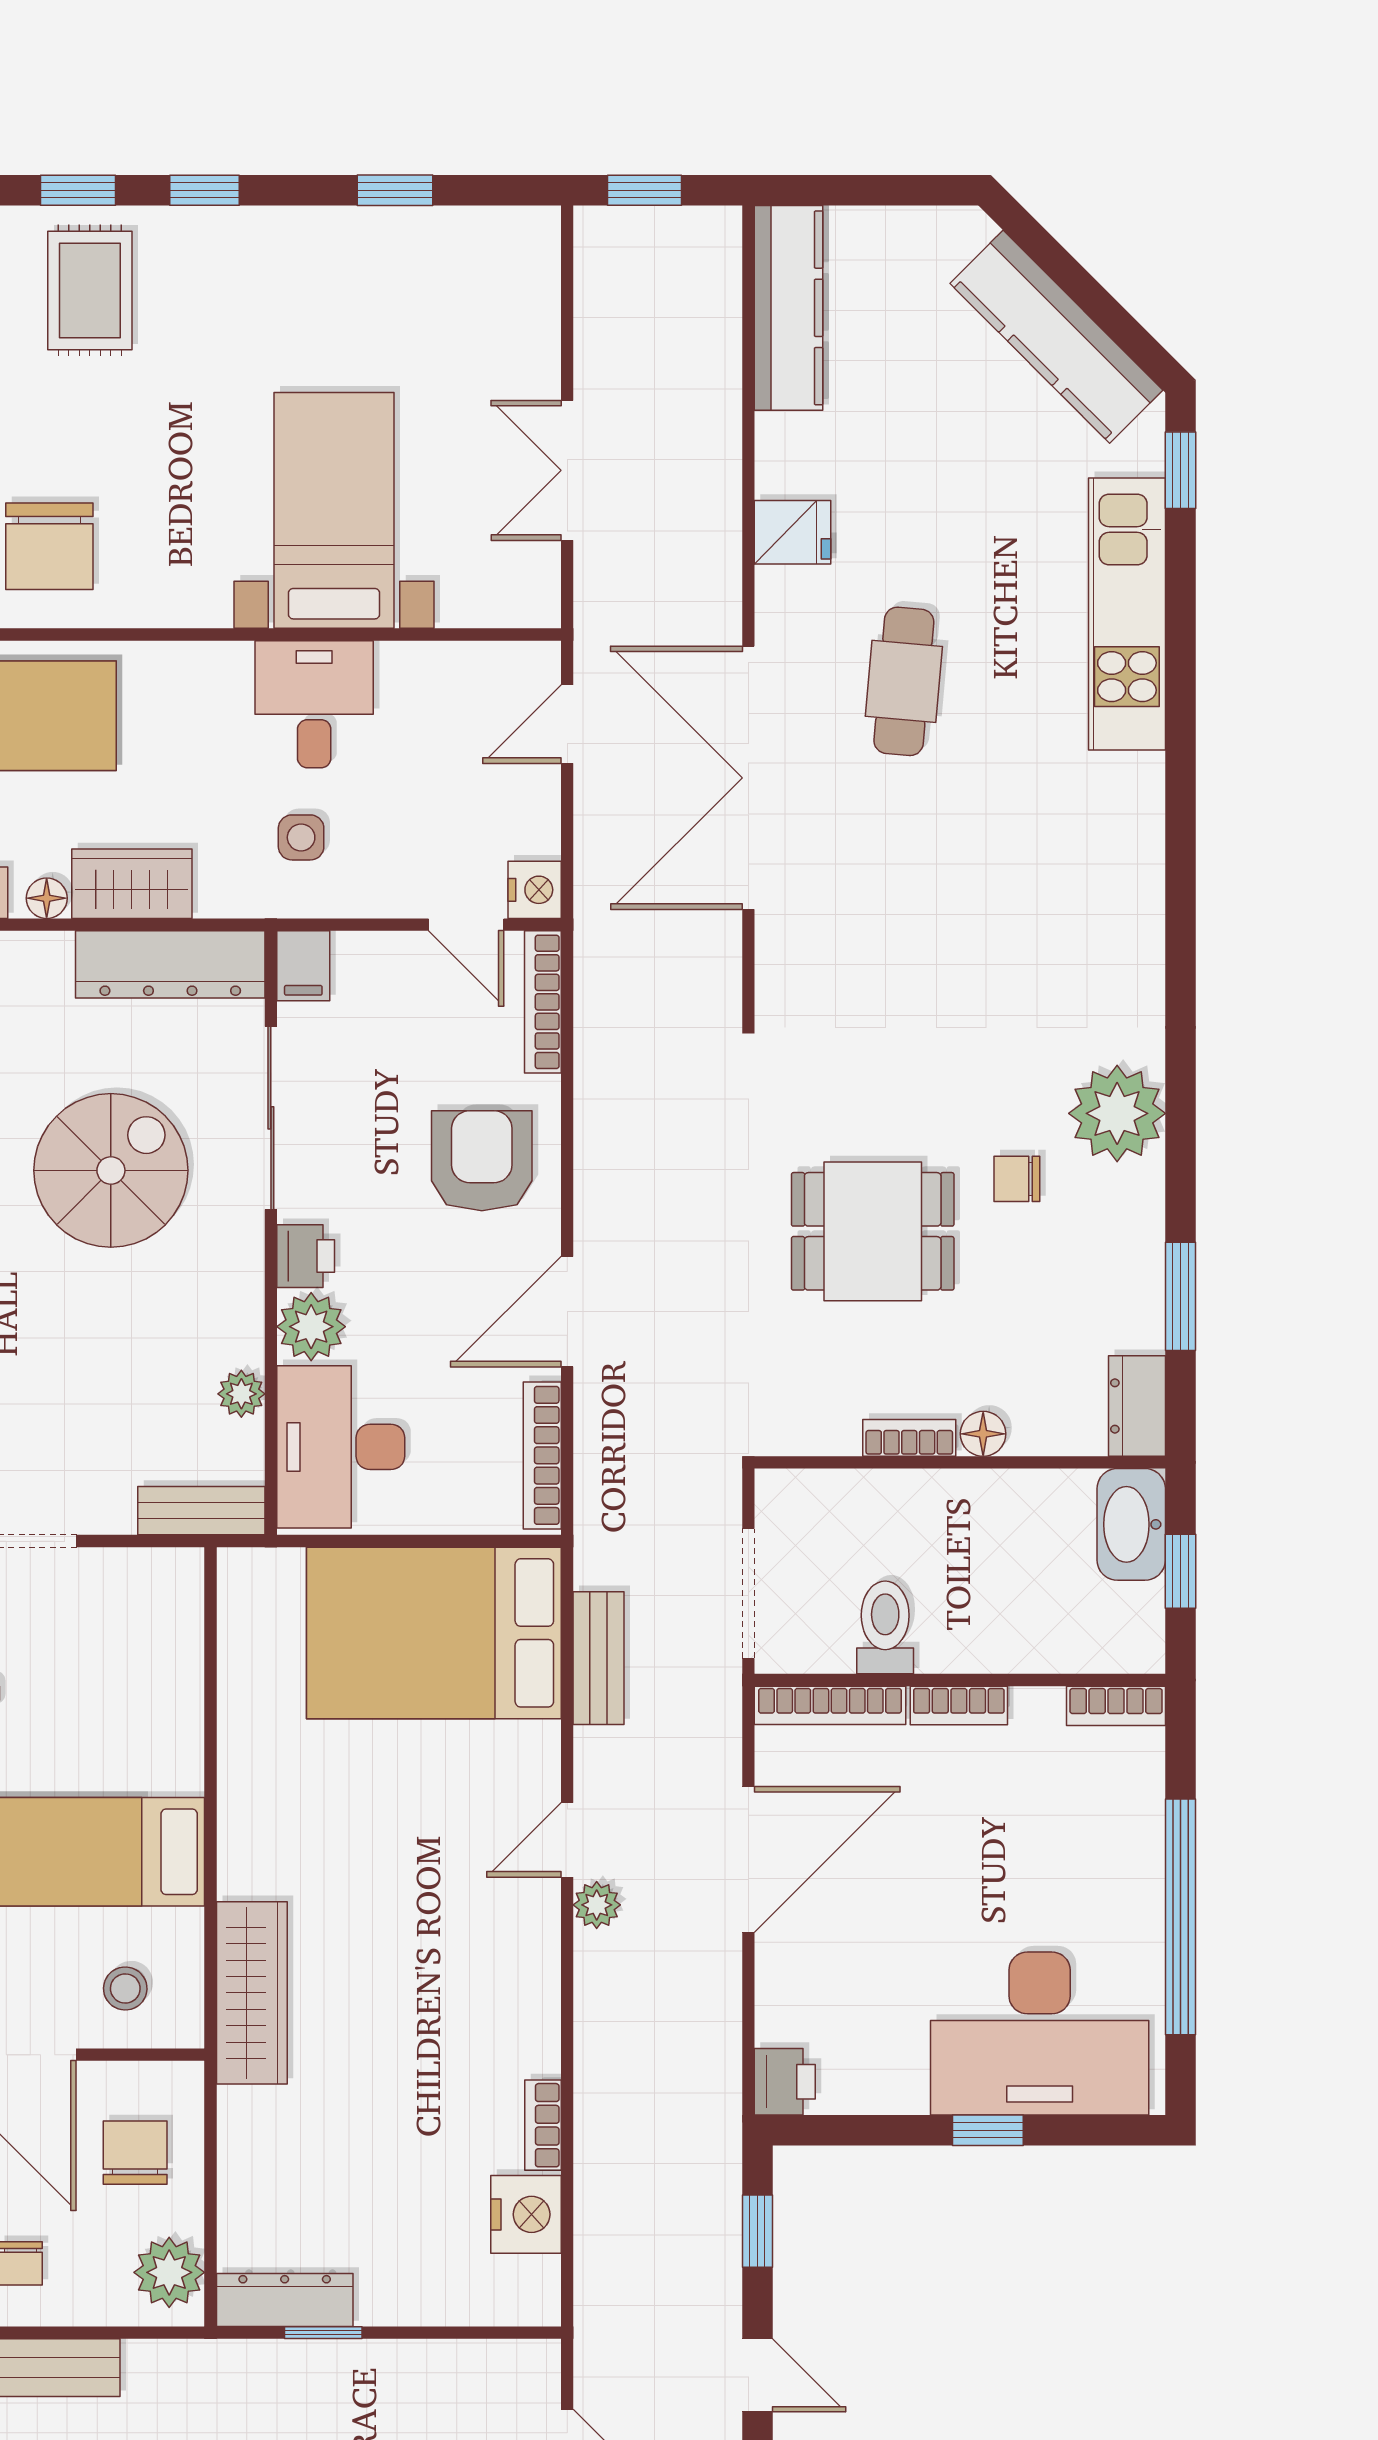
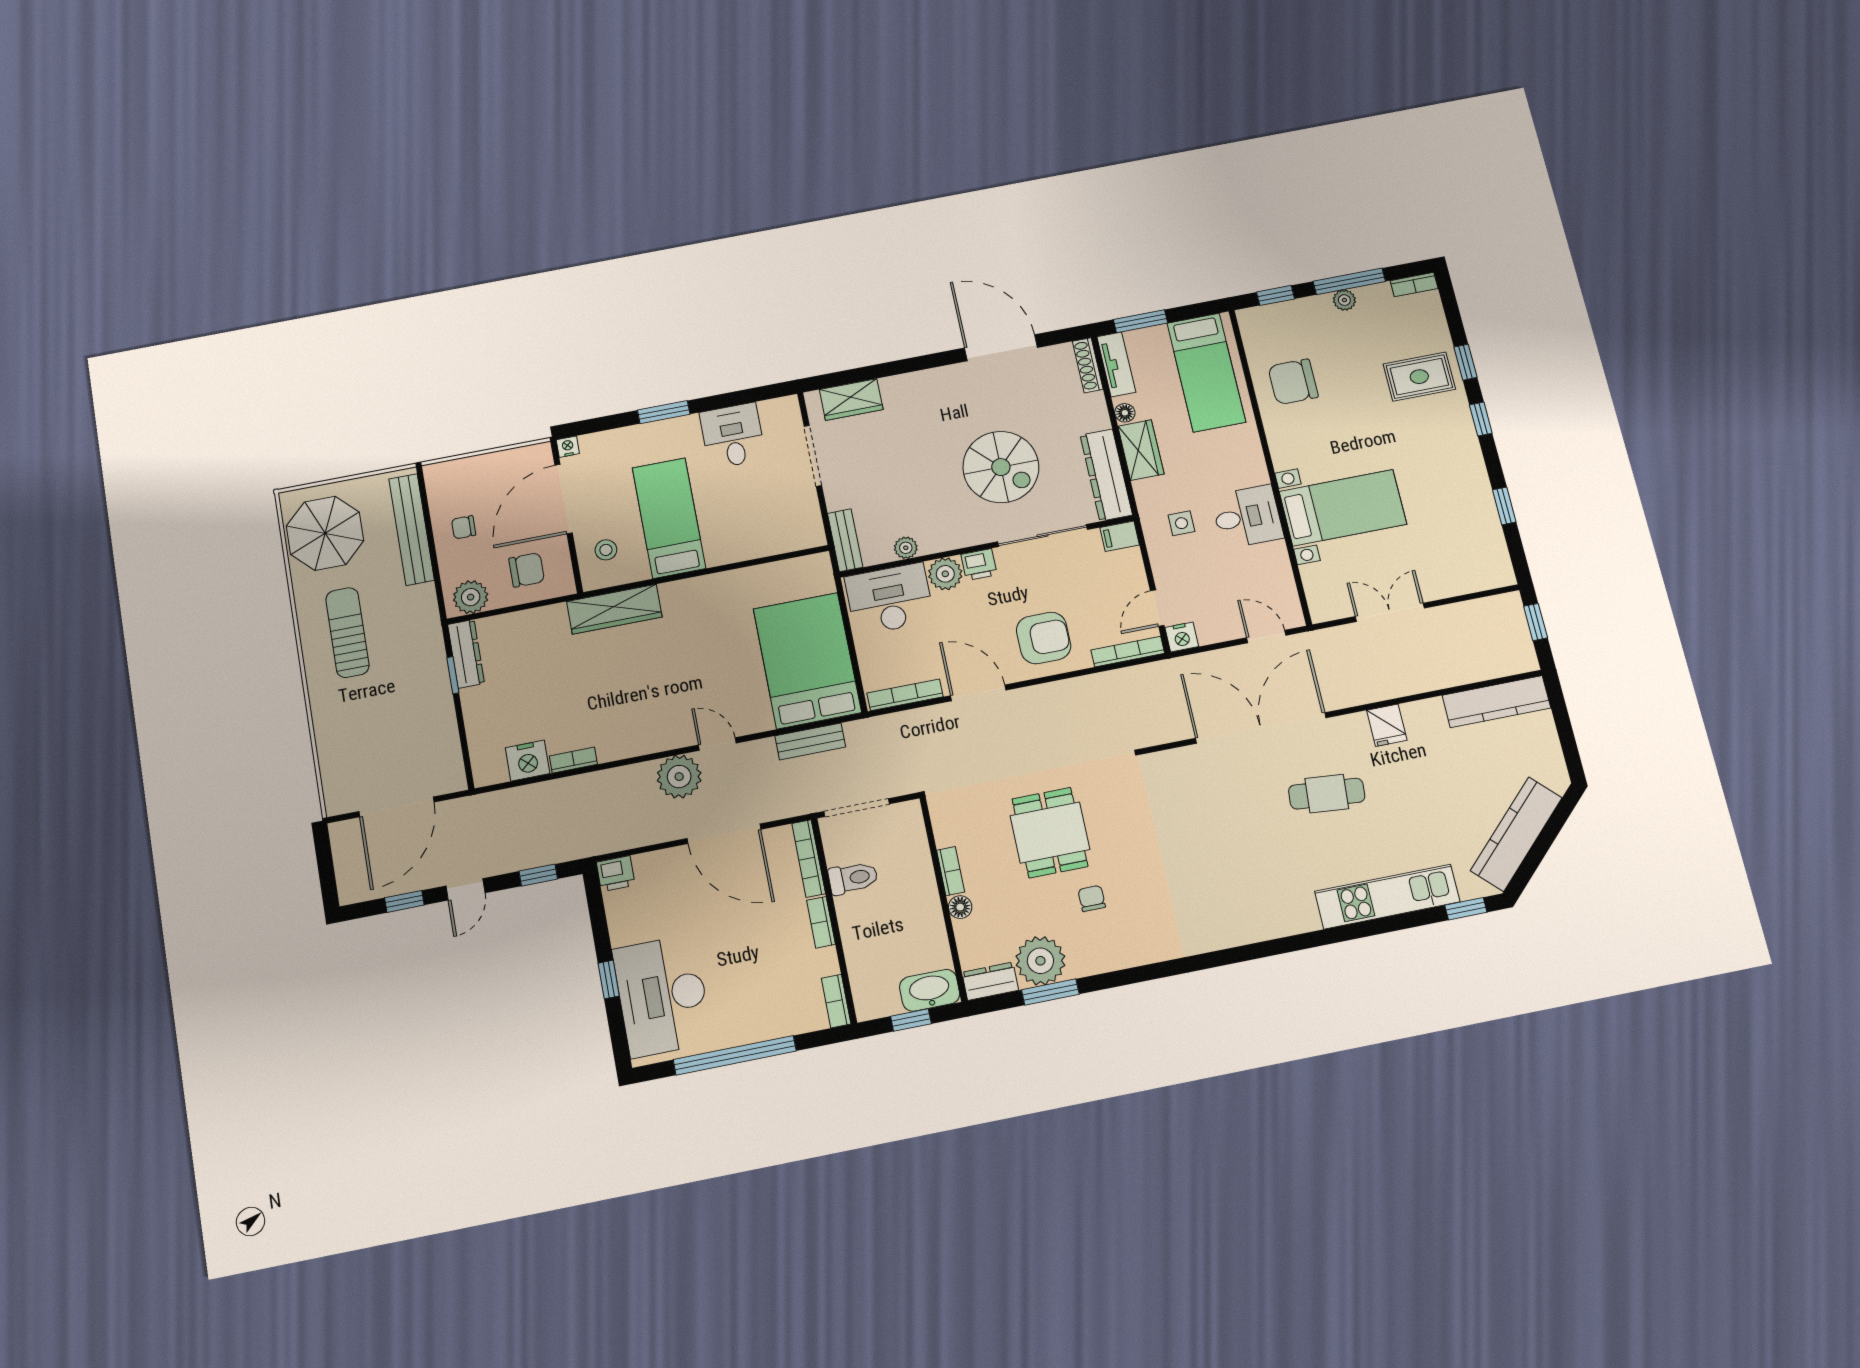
plant: (1117, 1113) -> (1040, 961), moved
plant: (597, 1905) -> (679, 777), width x1.88, depth x1.88

